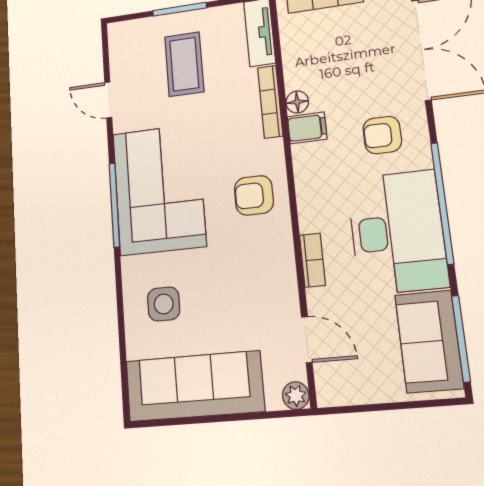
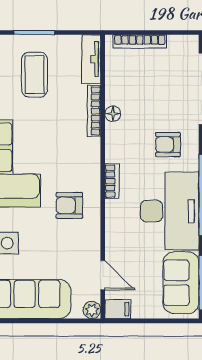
filing cabinet: (307, 128) -> (118, 309), moved
armchair: (254, 195) -> (69, 205), moved
bookcase: (312, 260) -> (112, 181), moved

